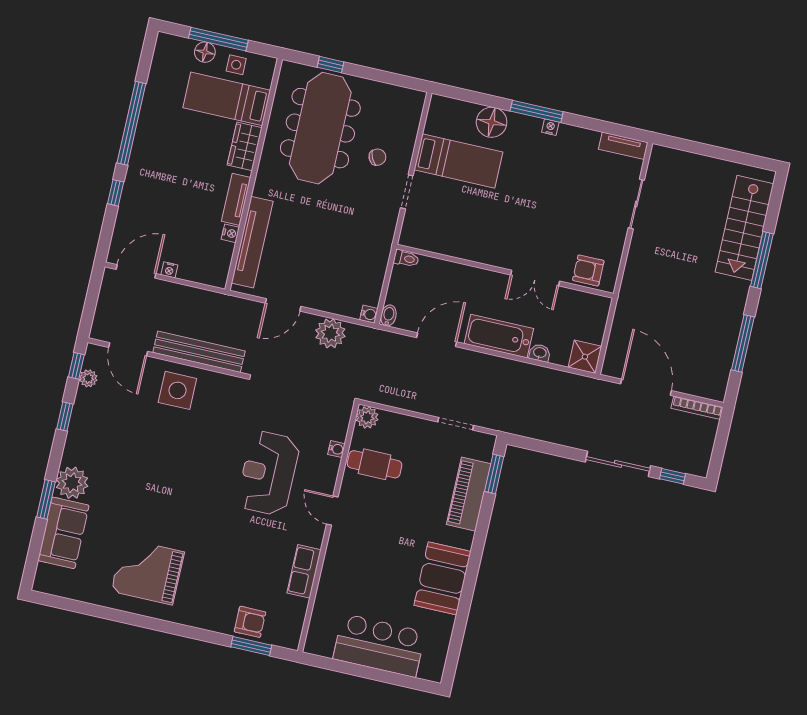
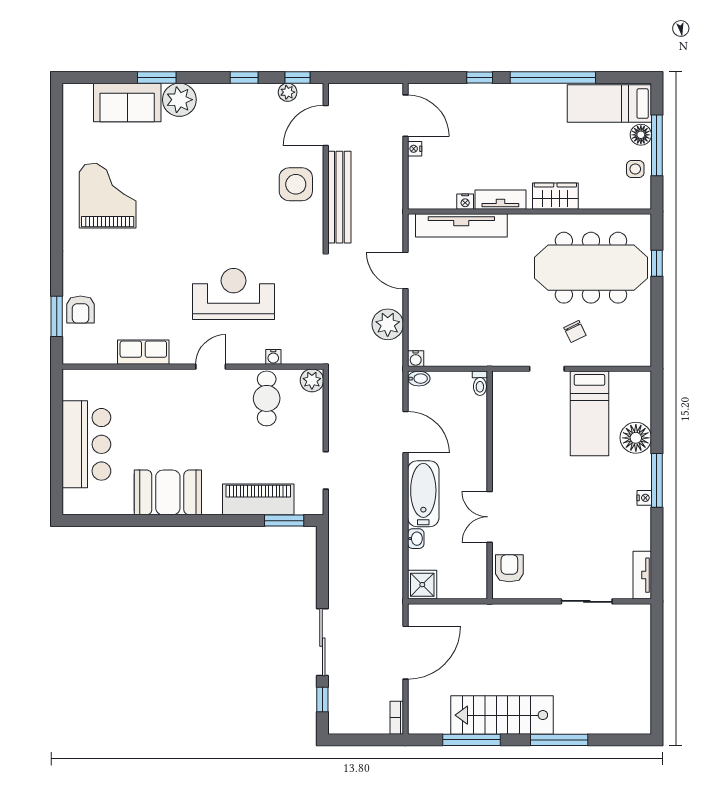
bed: (227, 99) -> (609, 104), moved, turned -90
stairs: (744, 228) -> (502, 715), moved
bookcase: (697, 408) -> (397, 718), width x0.64

